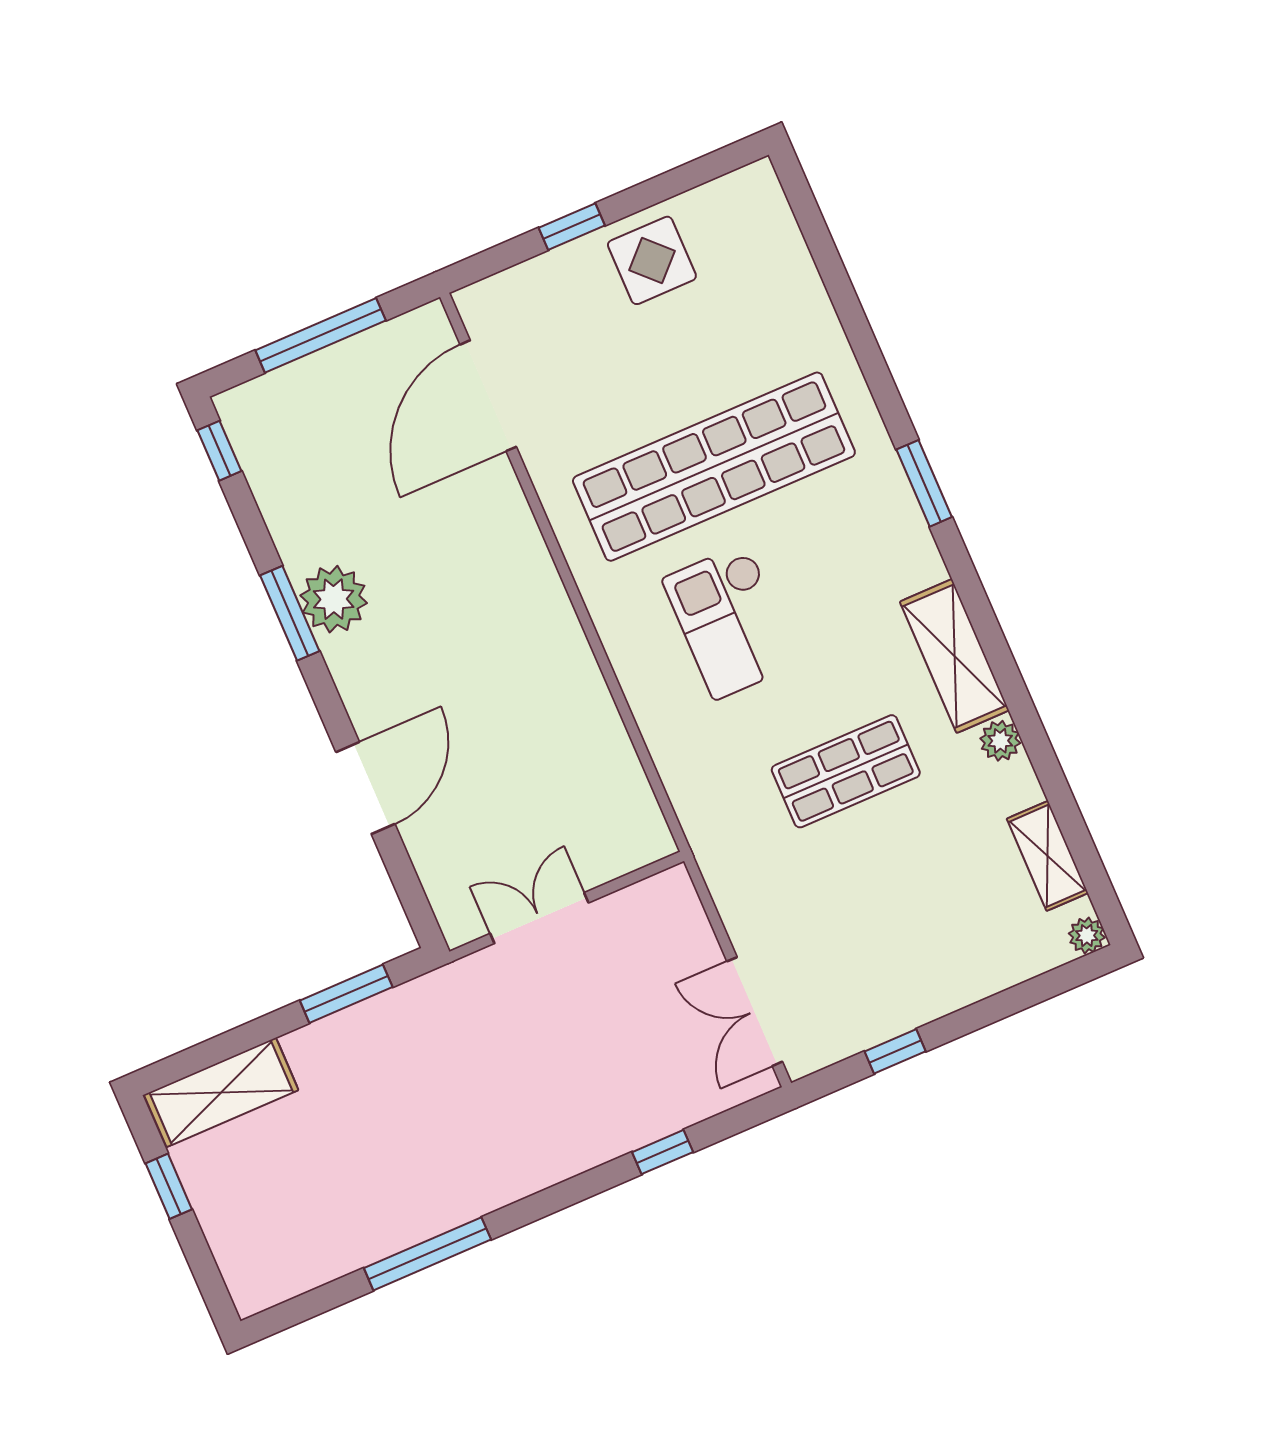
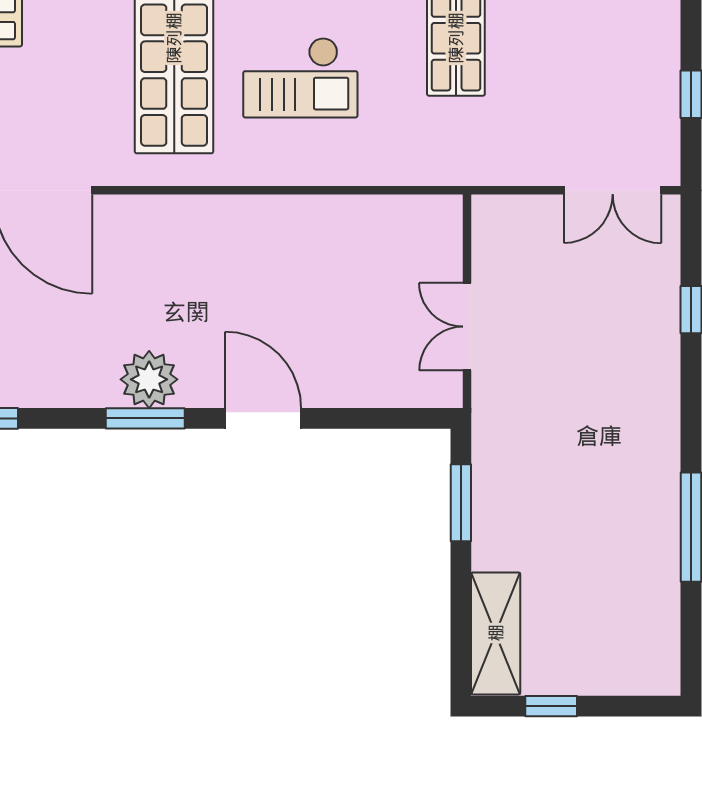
door: (365, 788) -> (263, 418), moved

